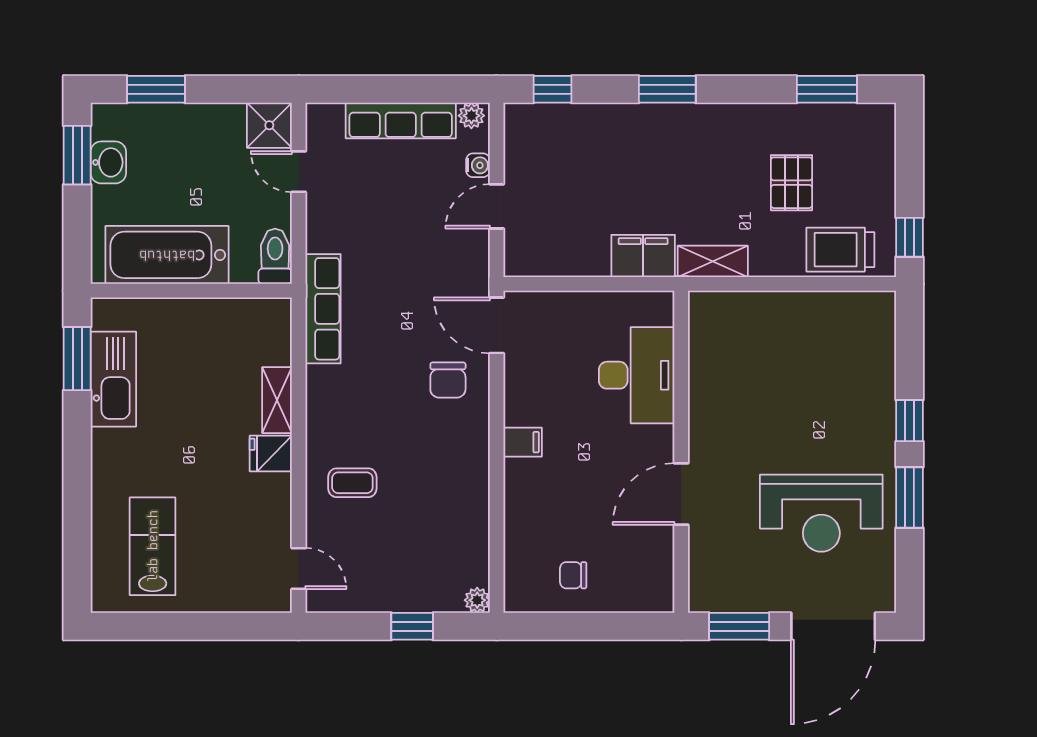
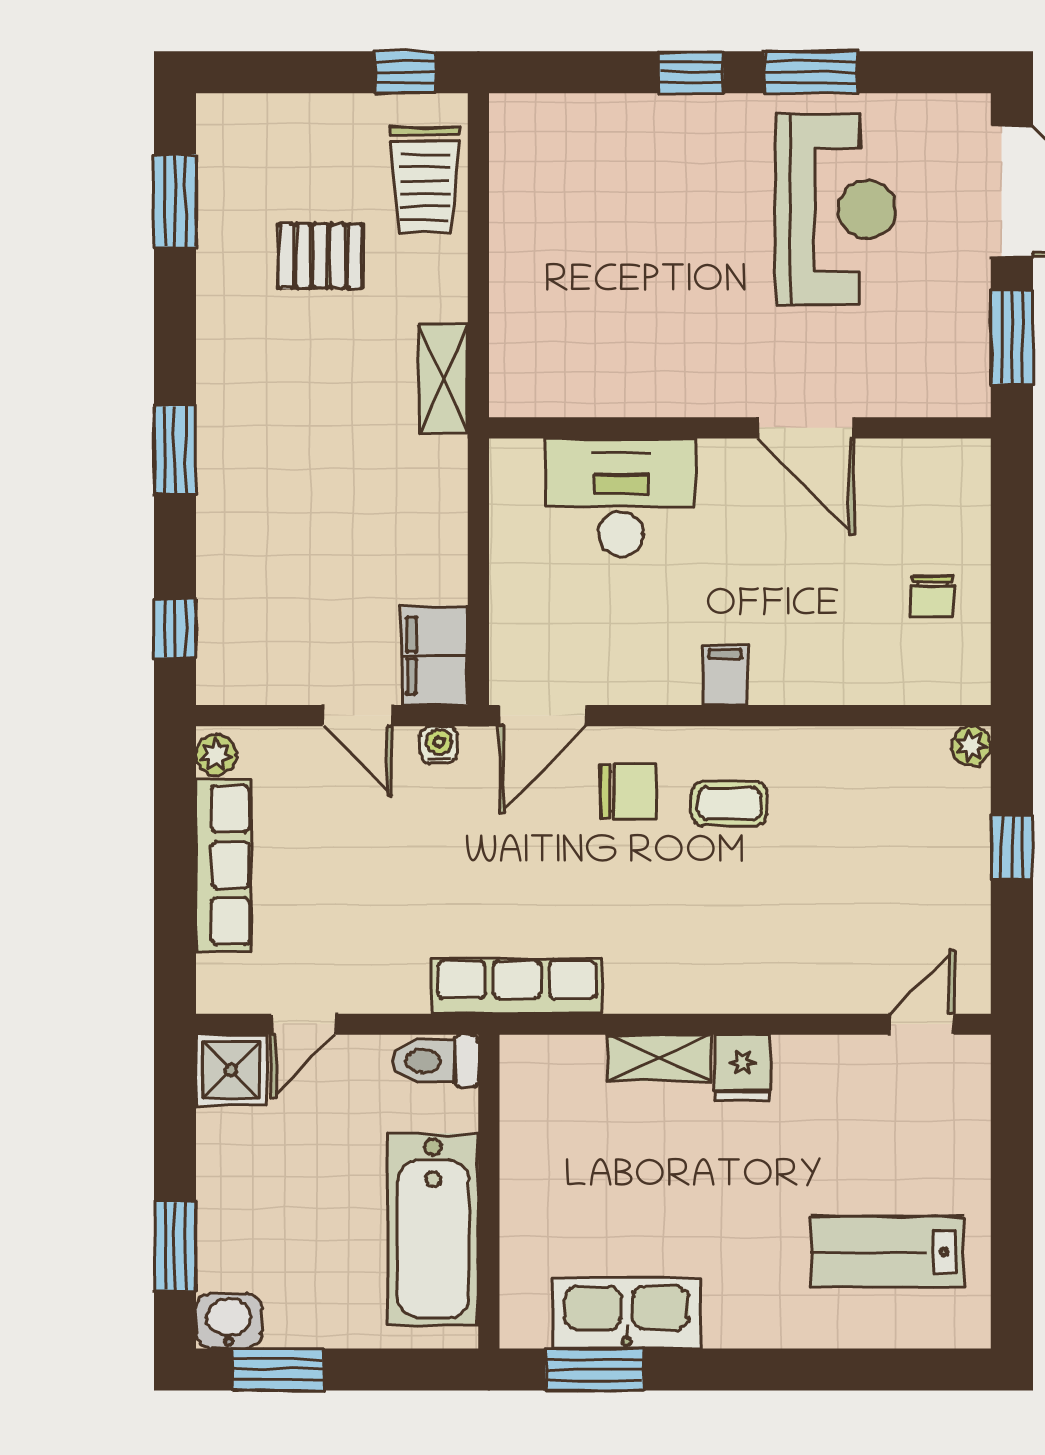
washbasin: (108, 162) -> (229, 1321), moved
water cooler: (478, 165) -> (439, 745), moved
filing cabinet: (643, 256) -> (435, 656), moved
coffee table: (352, 483) -> (729, 804), moved, turned 90

